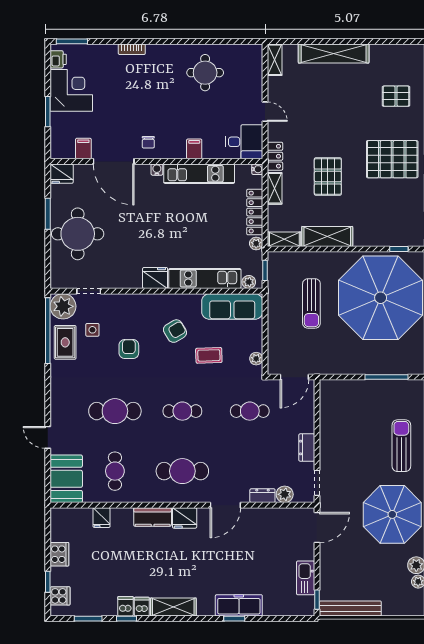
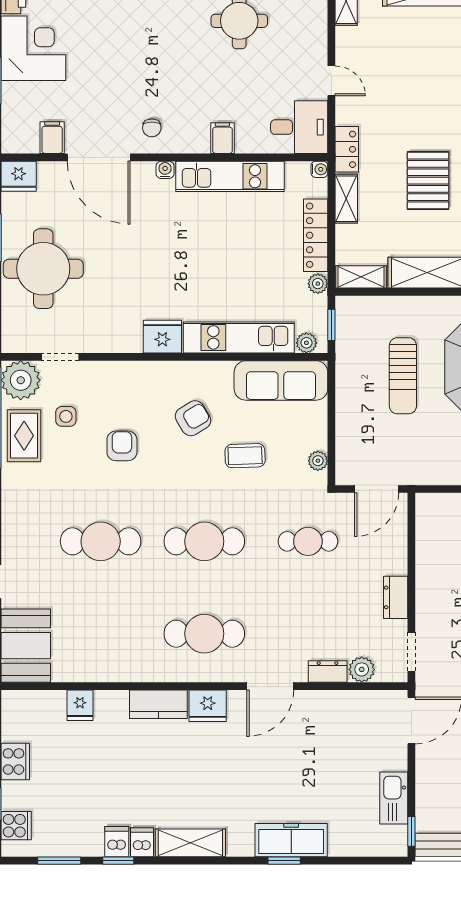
cafe table: (182, 411) -> (204, 541), width x1.37, depth x1.35
cafe table: (115, 471) -> (101, 634), removed

